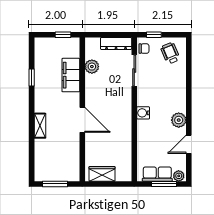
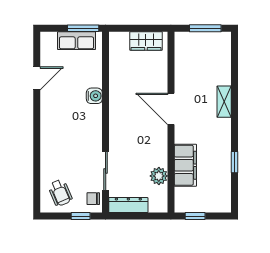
water cooler: (143, 113) -> (94, 96), moved
plant: (179, 120) -> (50, 109), removed
plant: (179, 176) -> (49, 38), removed
window: (164, 184) -> (83, 28), moved

